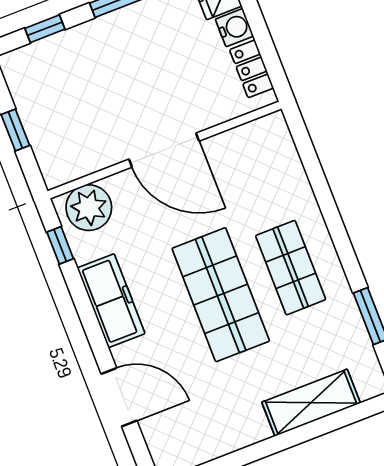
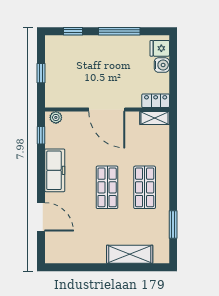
locker: (252, 69) -> (156, 101), moved, turned 90
shelving: (259, 131) -> (155, 118), added
plant: (89, 208) -> (56, 117), width x0.53, depth x0.53
shop shelf: (221, 295) -> (107, 187), width x0.70, depth x0.74

